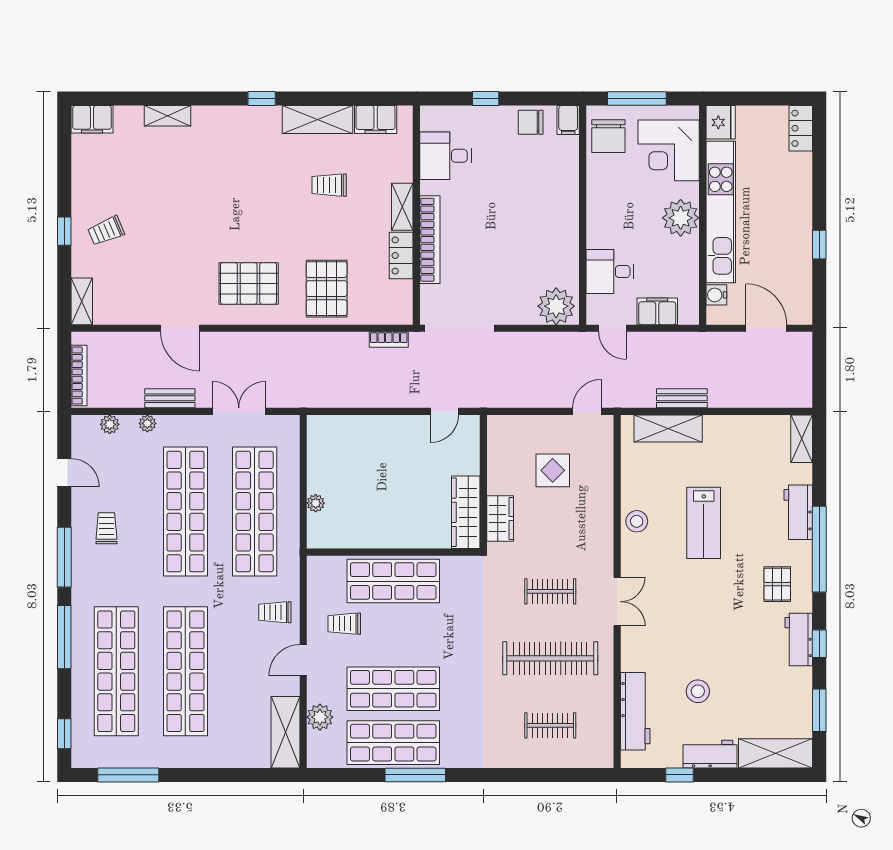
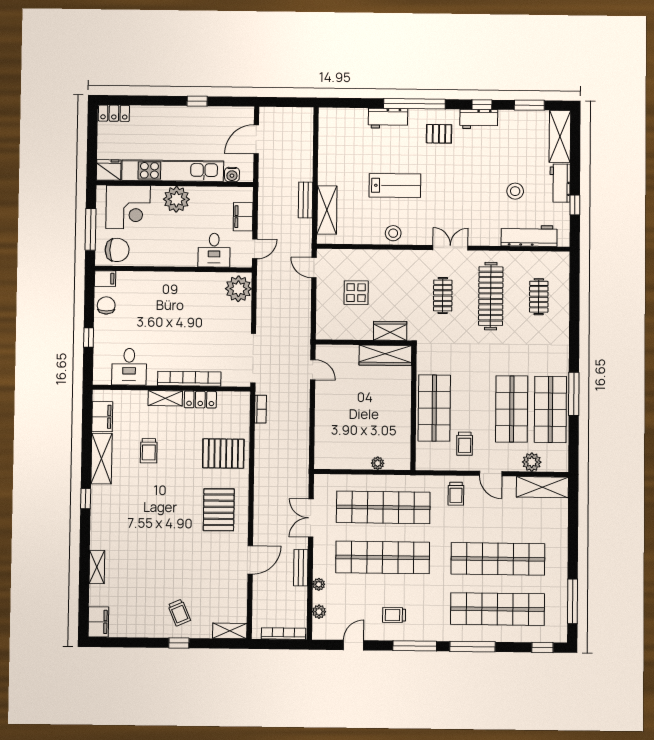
chair: (531, 122) -> (106, 305), turned 180
shelving: (802, 439) -> (335, 115), removed

